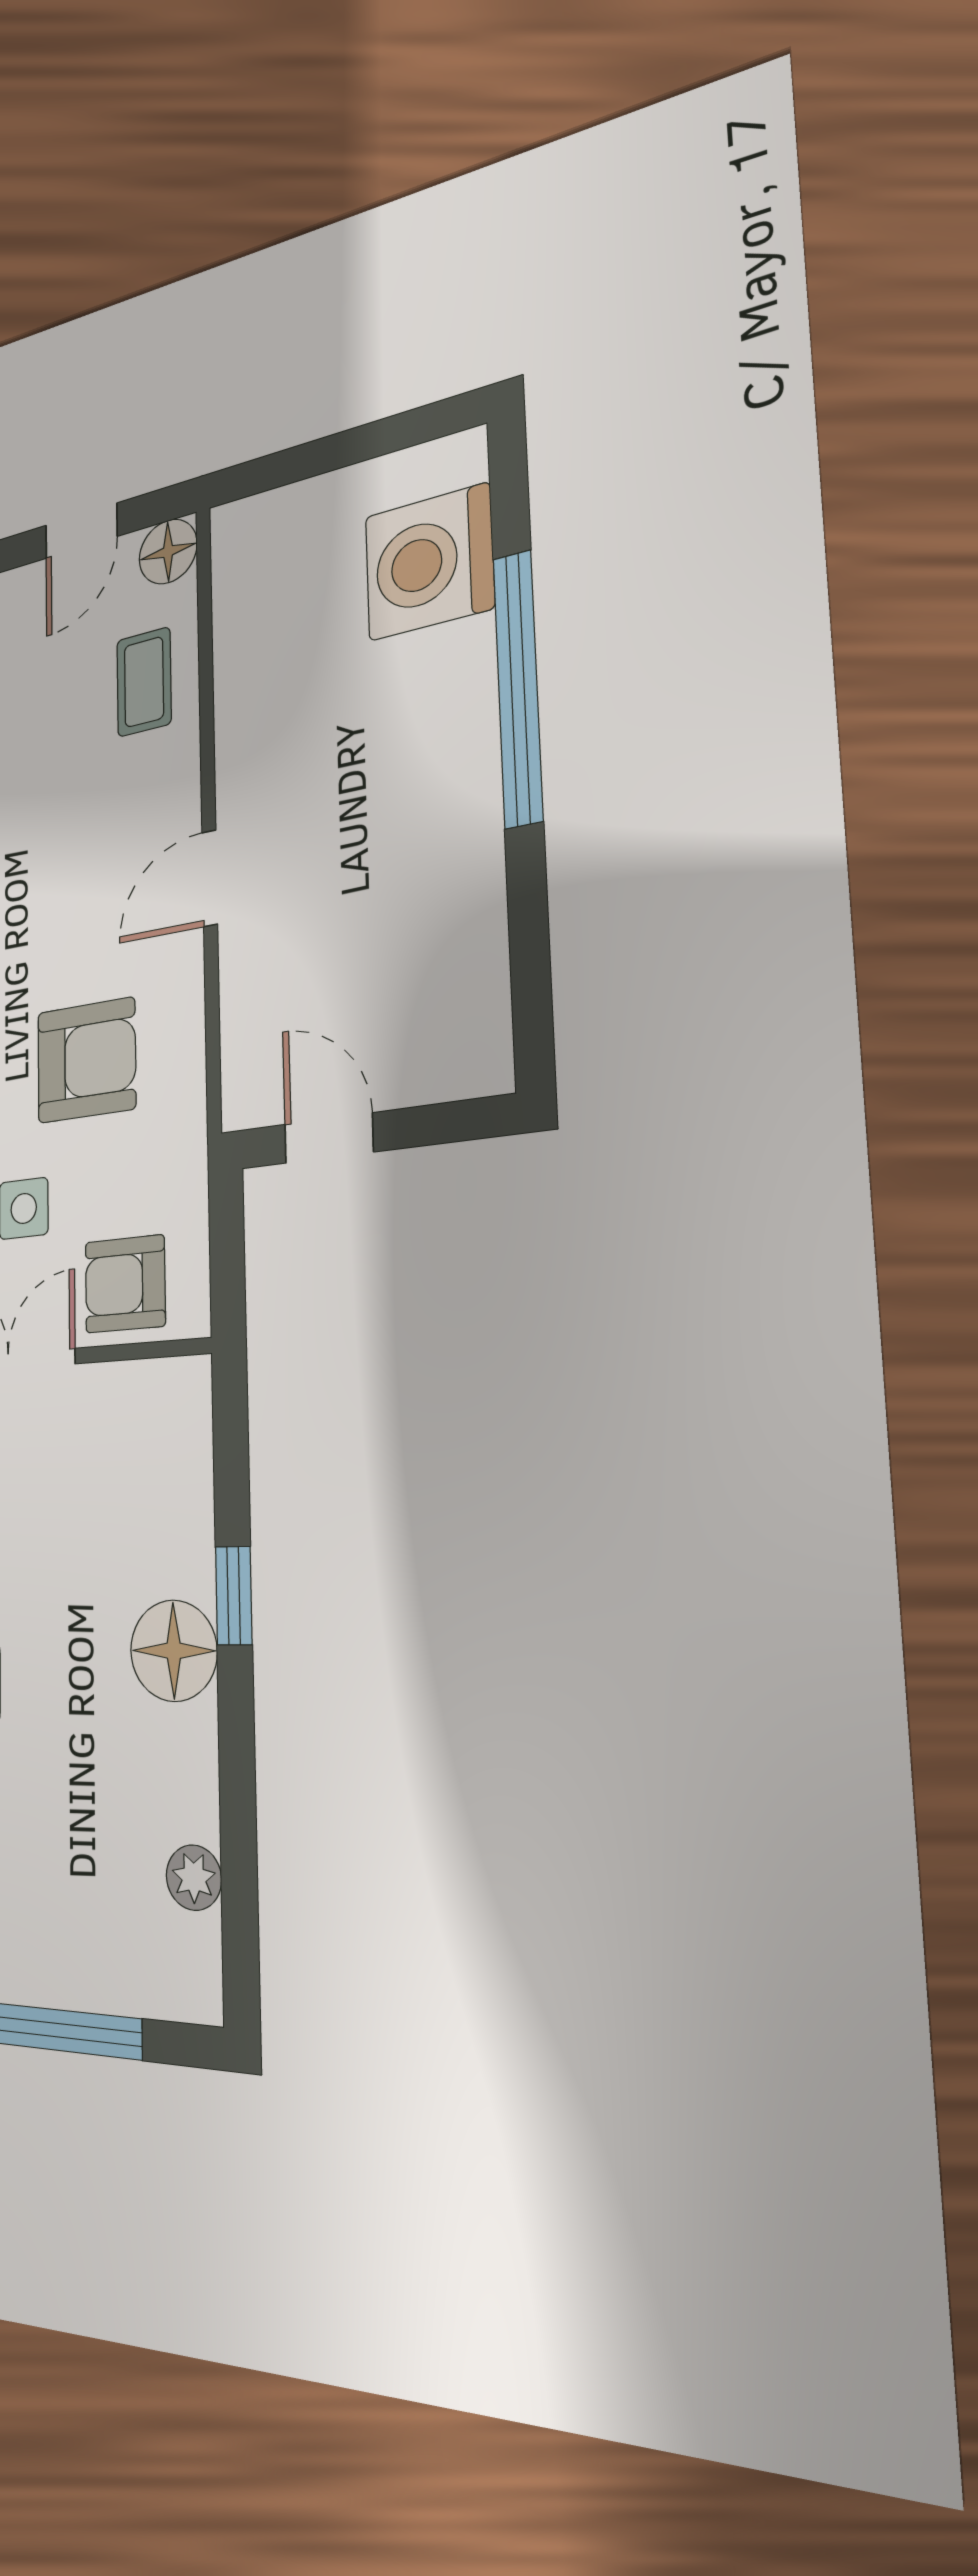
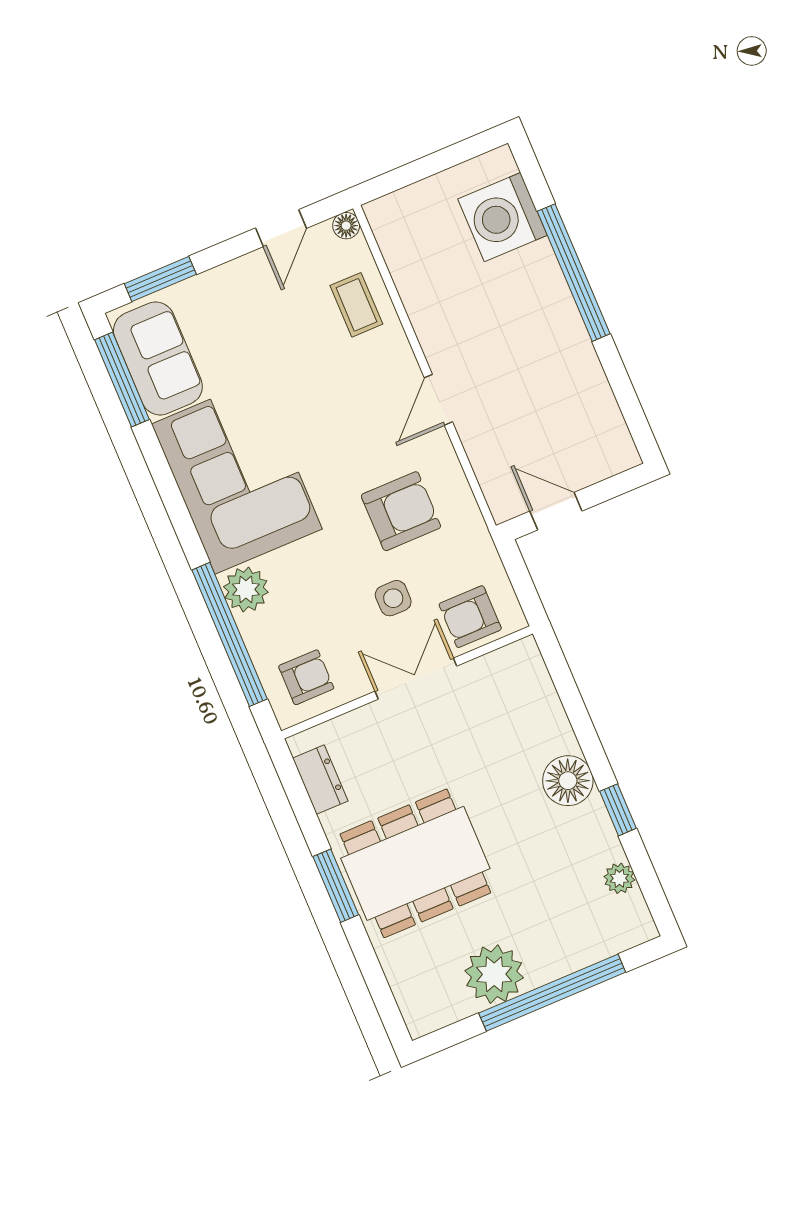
floor lamp: (168, 552) -> (346, 226), width x0.73, depth x0.73
window: (234, 1596) -> (618, 810), moved

